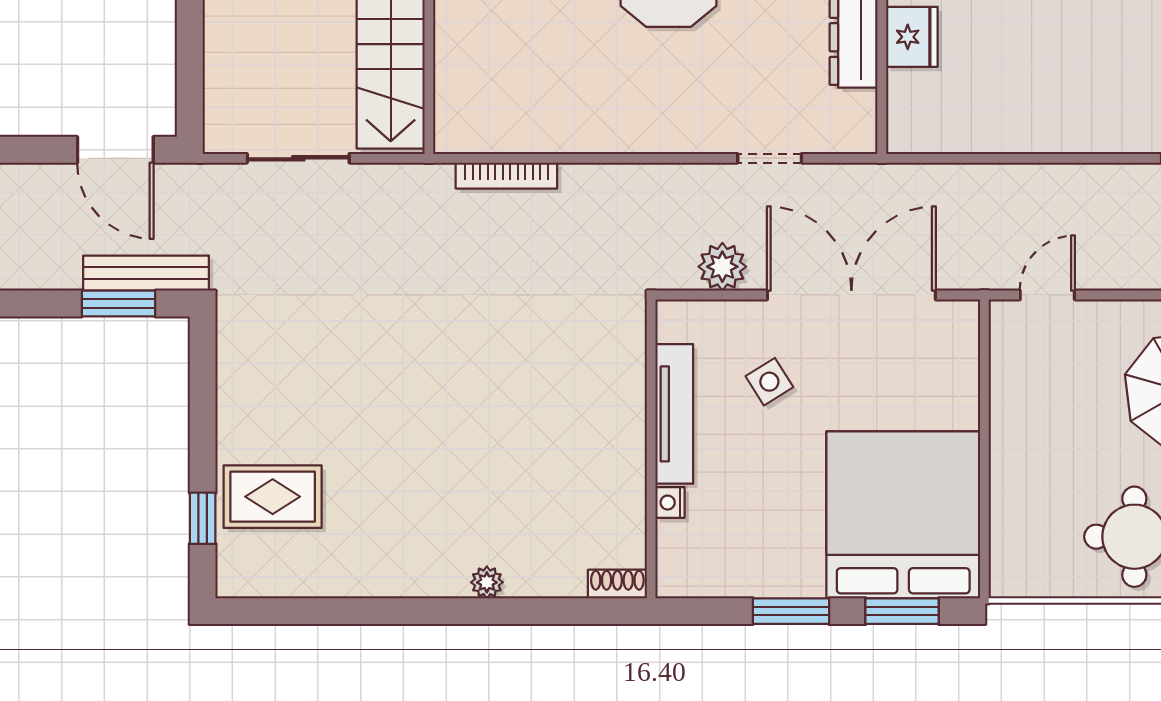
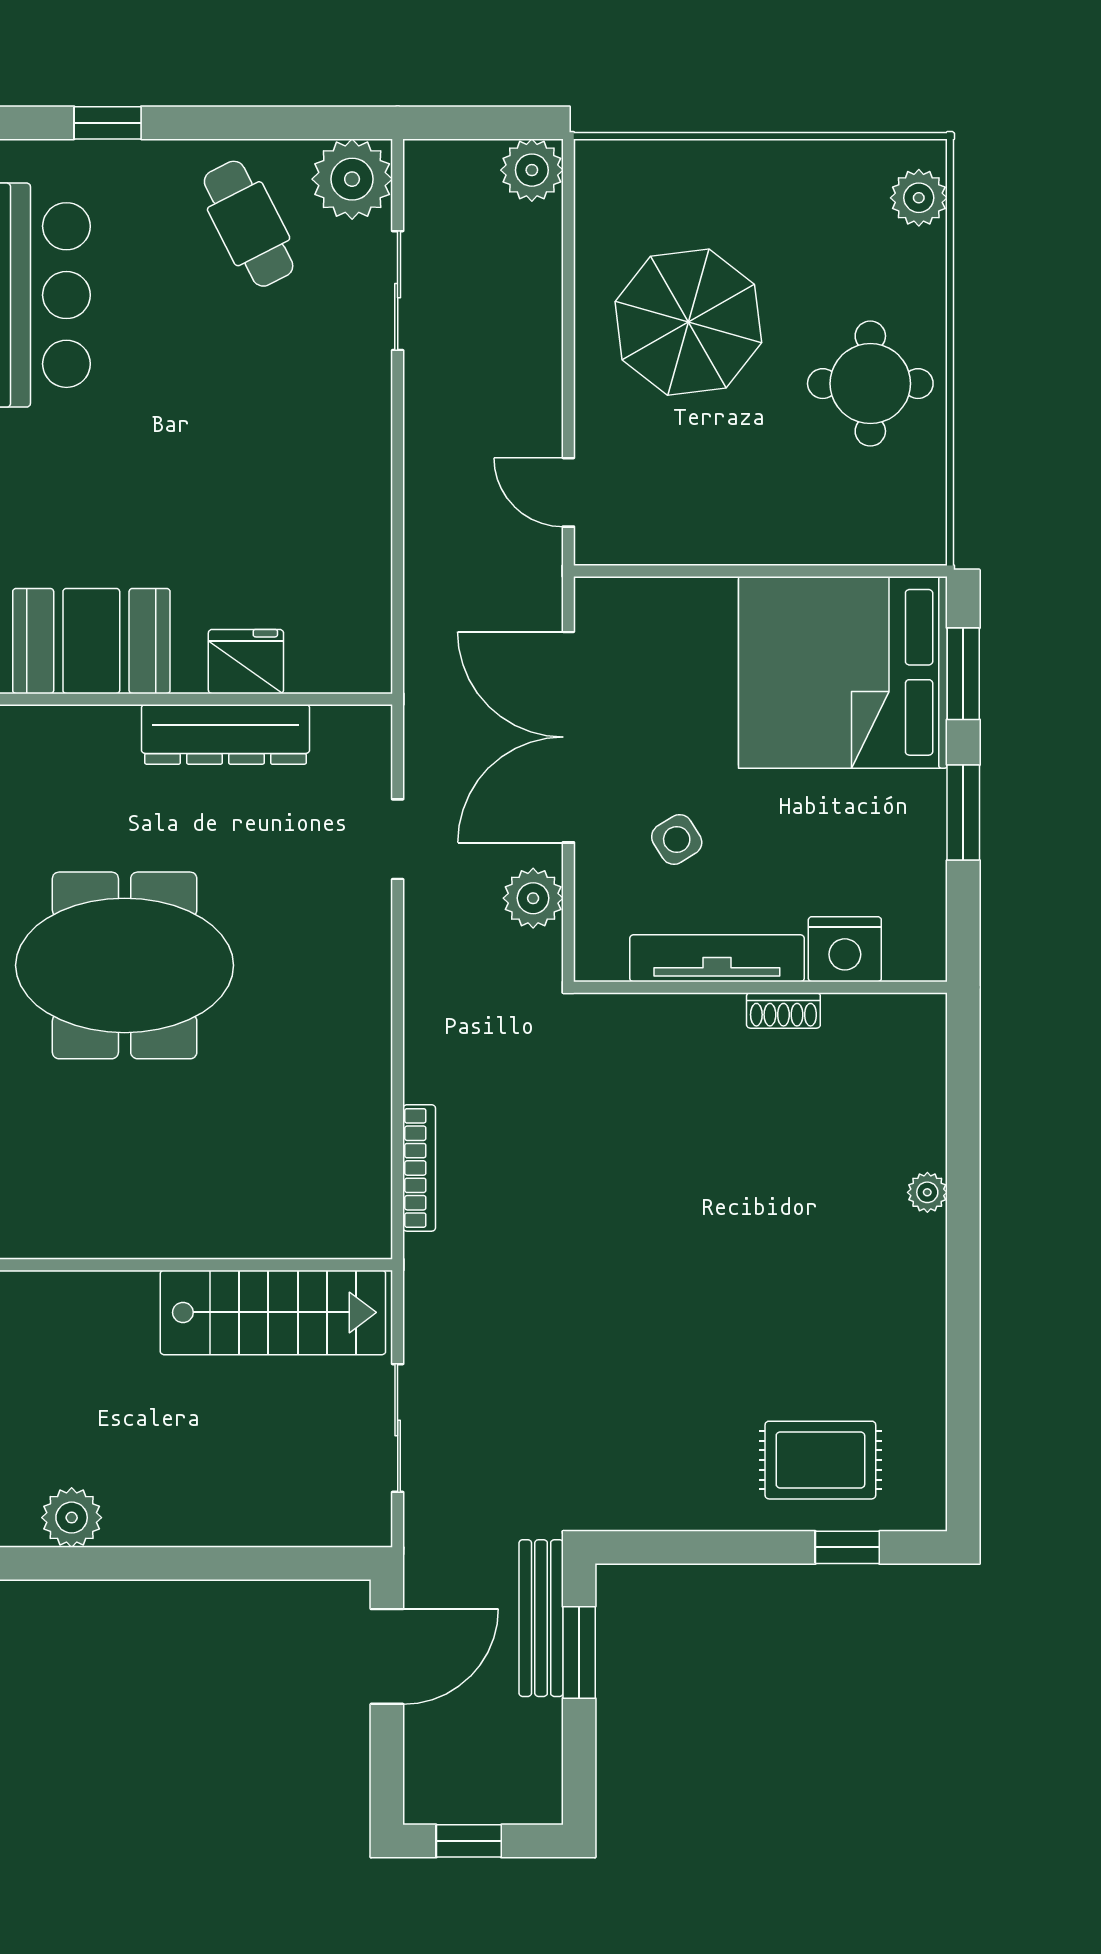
rug: (273, 497) -> (820, 1460), turned 90
nightstand: (670, 503) -> (845, 949), width x1.89, depth x1.79
shoe rack: (617, 584) -> (783, 1010), moved, turned -90

